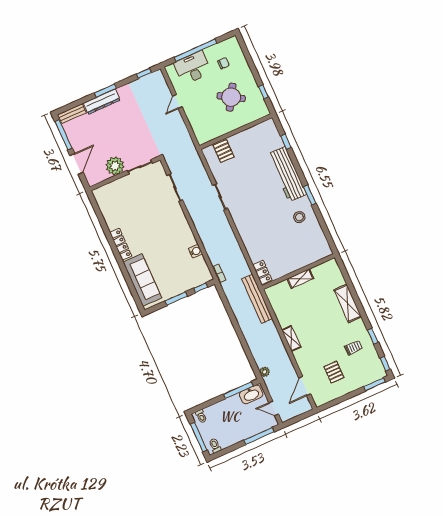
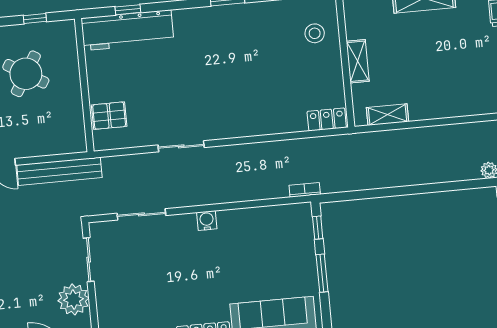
workbench: (287, 174) -> (127, 30), moved
stool: (299, 217) -> (315, 33), moved
water cooler: (196, 251) -> (207, 221), moved
bench: (257, 299) -> (59, 171), moved
shelving: (291, 339) -> (387, 115), moved

